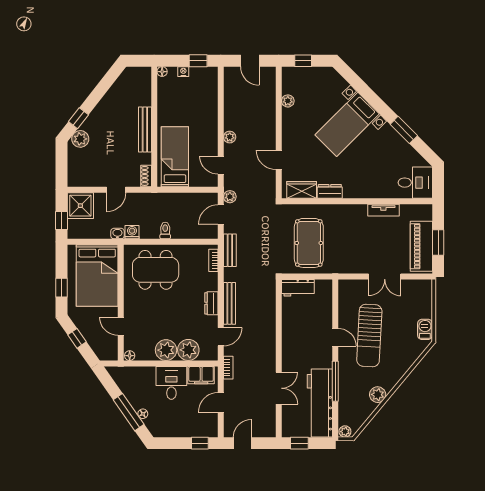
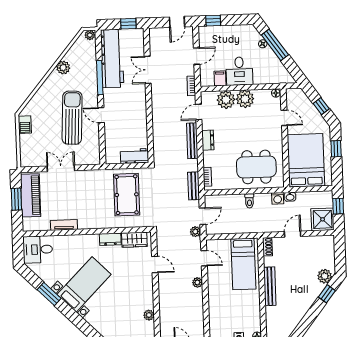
bed with nightstands: (347, 124) -> (84, 284), moved
filing cabinet: (201, 375) -> (220, 78), width x0.50

